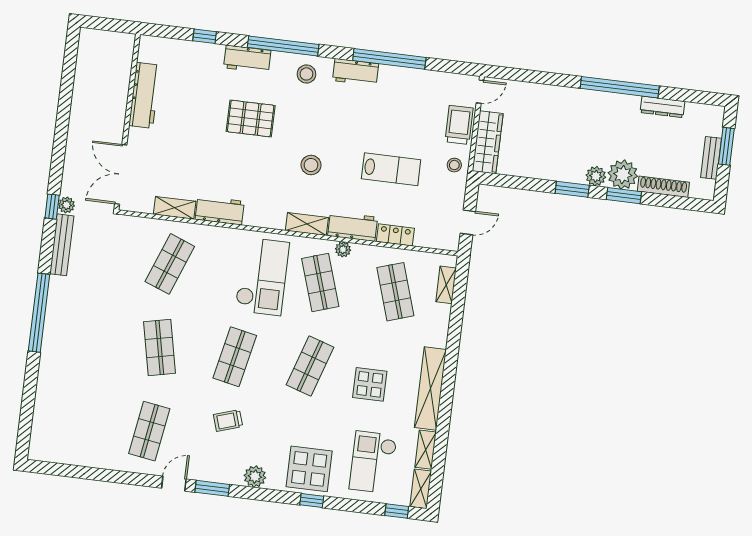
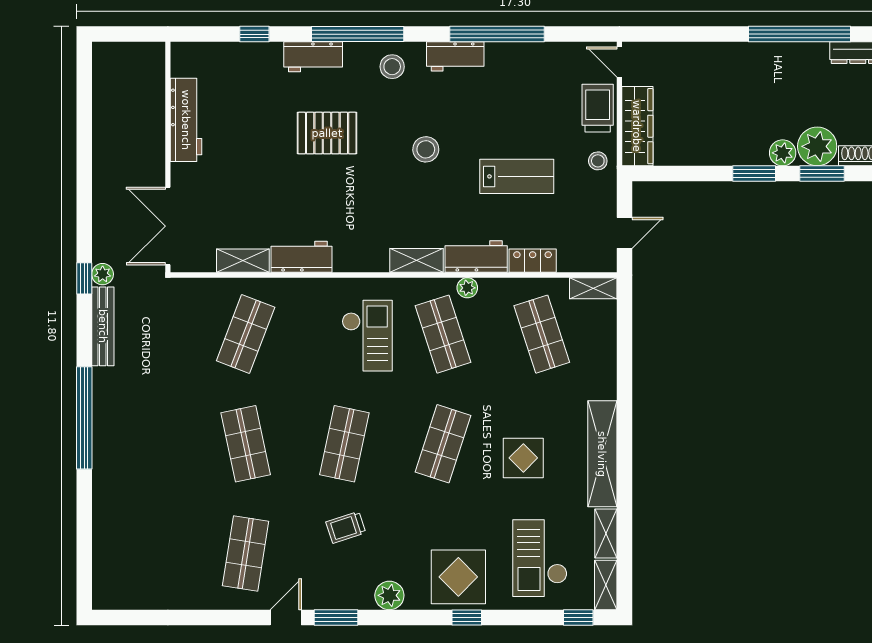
door: (480, 92) -> (619, 62), swing flipped
stool: (311, 165) -> (426, 149), moved
checkout: (262, 277) -> (367, 336), width x0.73, depth x0.83
shelving: (446, 285) -> (593, 288), moved, turned 90

